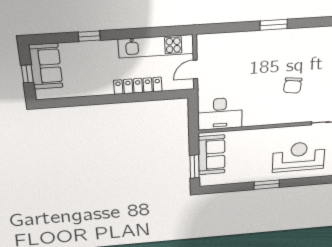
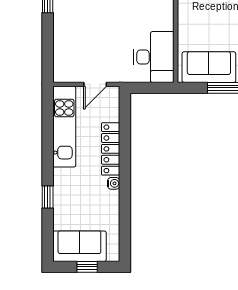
door: (195, 69) -> (95, 84), hinge flipped
water cooler: (107, 90) -> (114, 183), added

